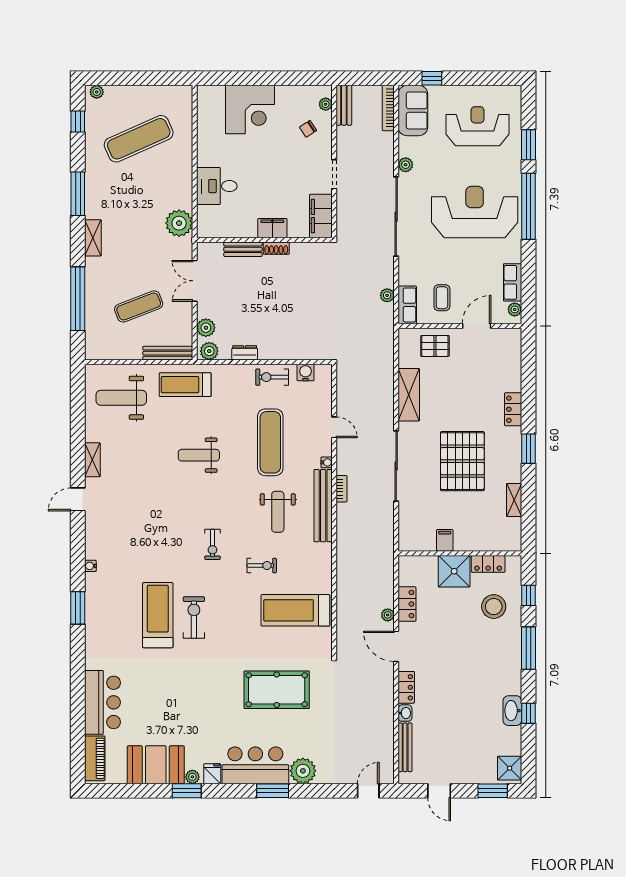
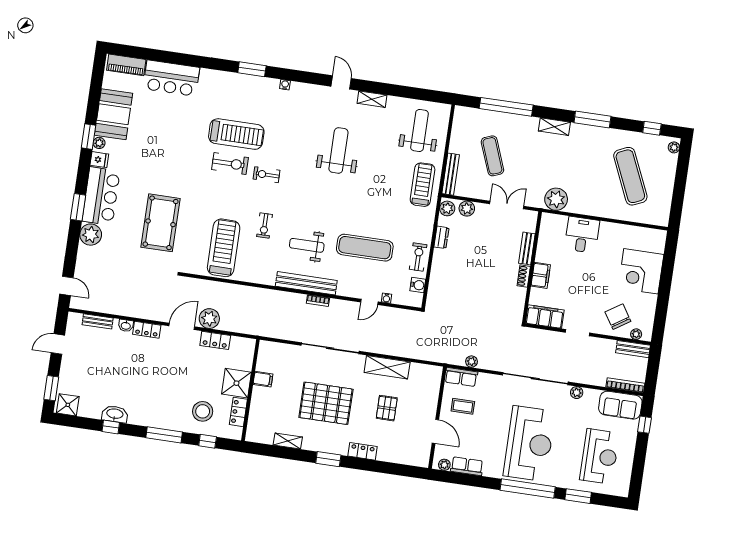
chair: (308, 129) -> (618, 317), width x1.87, depth x1.87
pallet: (435, 346) -> (387, 408), moved
weight bench: (199, 455) -> (338, 150), moved, width x1.36, depth x1.33
water cooler: (327, 462) -> (386, 298), moved
exercise bike: (213, 544) -> (266, 175), moved
plant: (388, 615) -> (209, 319), width x1.88, depth x1.88
bench: (405, 747) -> (98, 321), width x0.73

